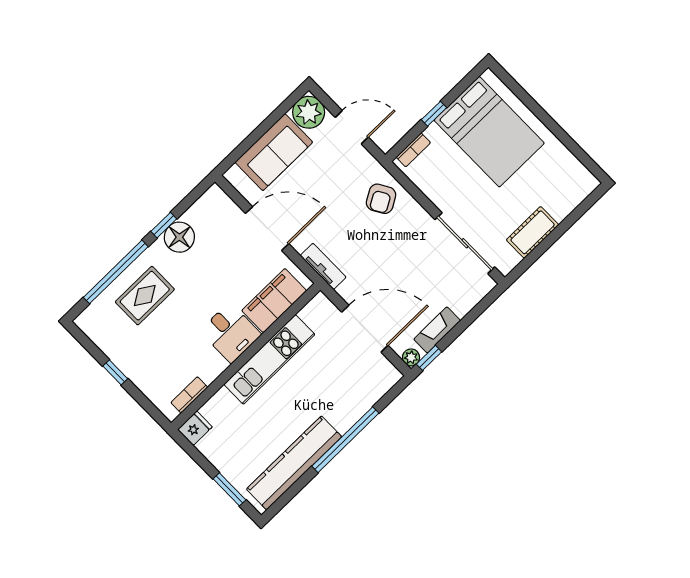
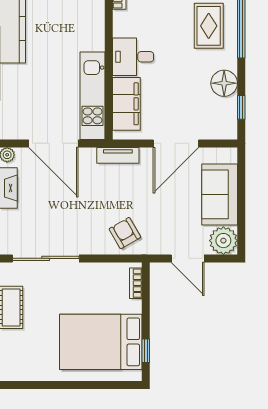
window: (434, 114) -> (146, 351), moved
door: (352, 127) -> (188, 258), hinge flipped
window: (164, 225) -> (241, 107), moved
door: (365, 329) -> (53, 143), hinge flipped
kitchen unit: (269, 359) -> (92, 96), moved

